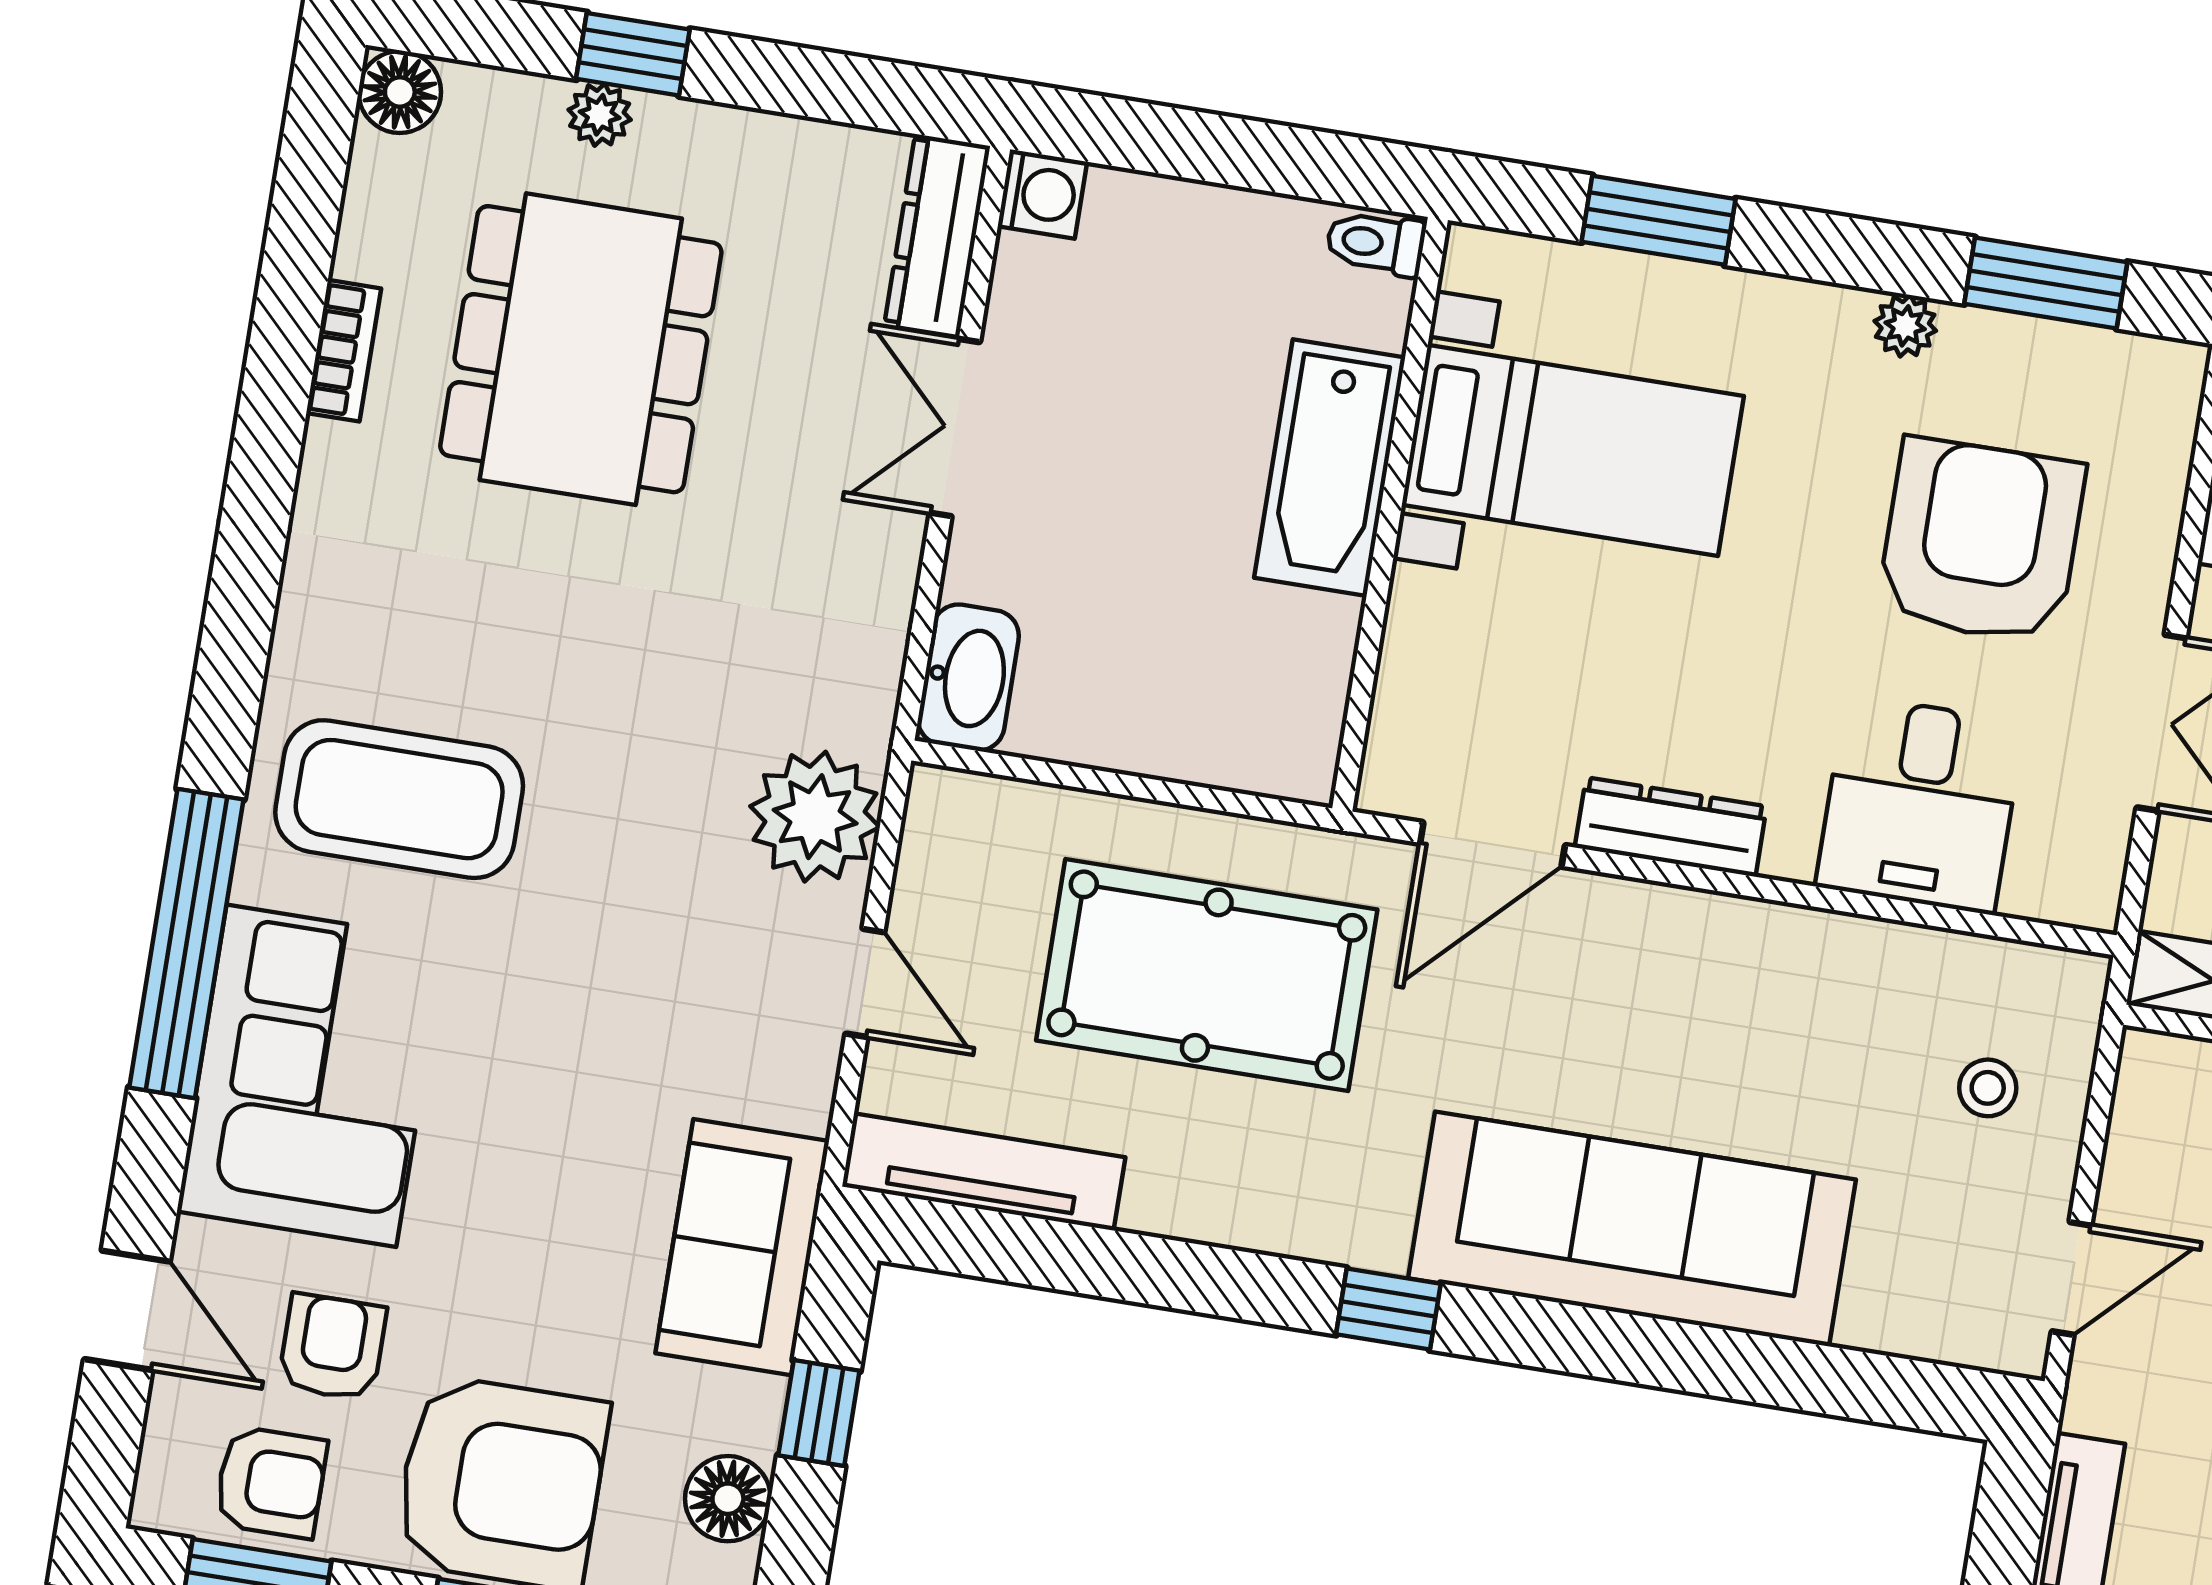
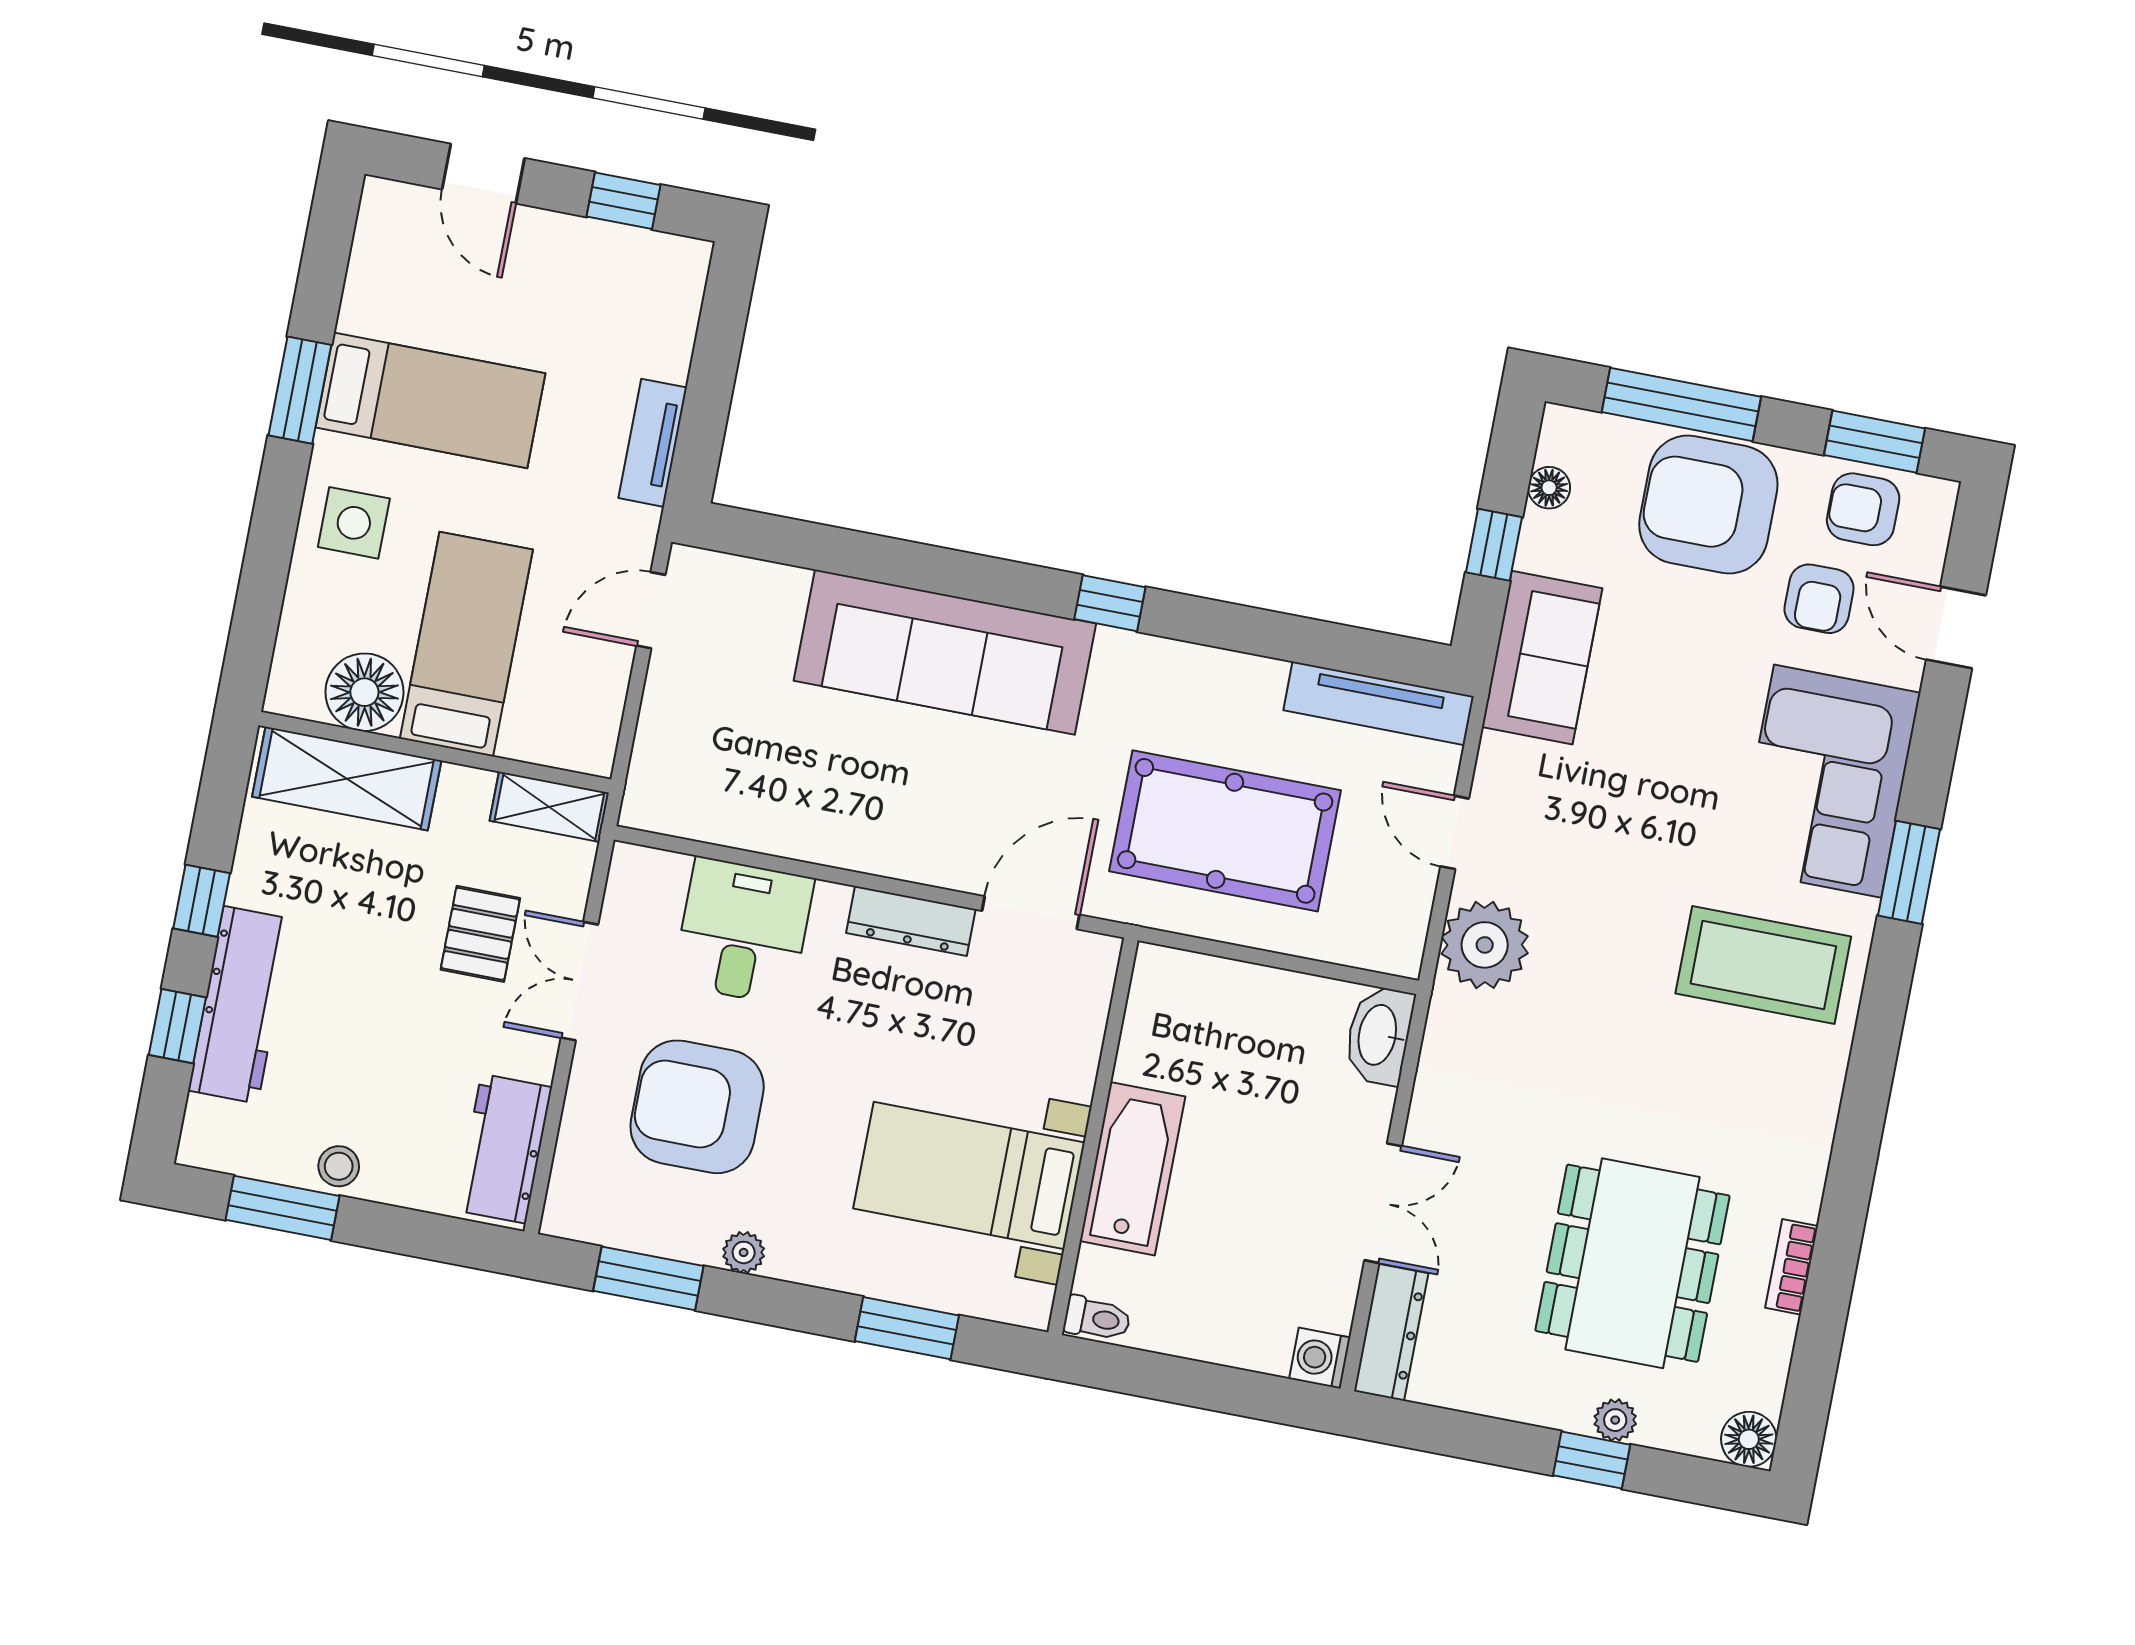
armchair: (1981, 541) -> (697, 1107), turned 90
window: (186, 944) -> (1909, 872), width x0.47
stool: (1988, 1088) -> (703, 740), removed
floor lamp: (728, 1499) -> (1549, 488), width x0.73, depth x0.73

